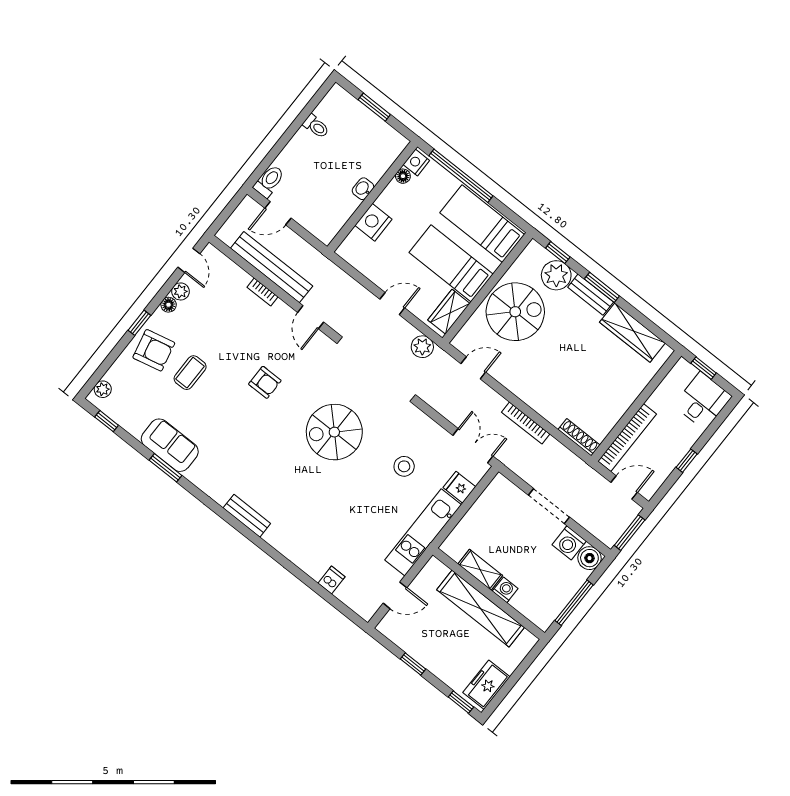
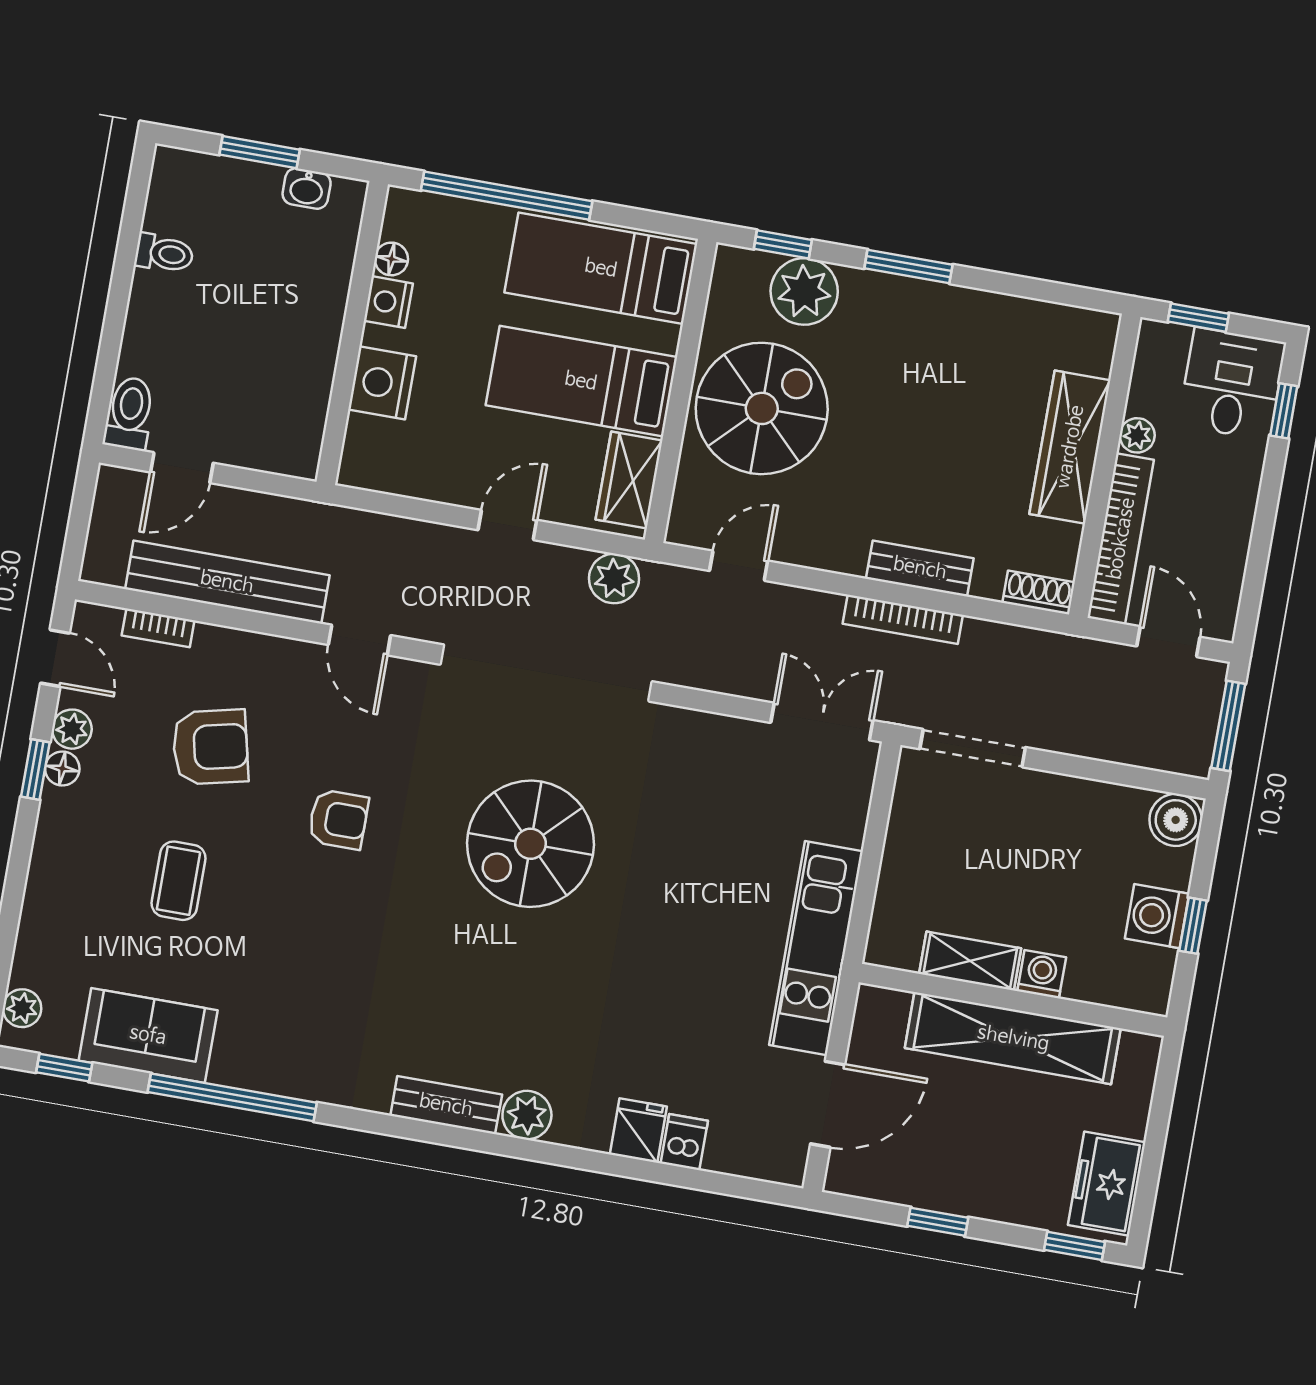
nightstand: (416, 163) -> (388, 302), moved
washbasin: (363, 189) -> (307, 188), moved, turned -90
bookcase: (263, 292) -> (158, 628), moved
bench: (591, 295) -> (920, 568), moved
window: (139, 323) -> (35, 769), moved
wardrobe: (632, 333) -> (1070, 447), moved, turned 90
armchair: (154, 350) -> (210, 747), moved
plant: (655, 401) -> (1137, 435), added
shoe rack: (579, 437) -> (1039, 593), width x0.70
sofa: (170, 445) -> (148, 1035), moved
window: (687, 461) -> (1284, 411), moved
stool: (404, 466) -> (707, 837), removed
window: (165, 468) -> (232, 1097), width x2.11
fridge: (459, 487) -> (638, 1130), moved, turned 90
door: (624, 487) -> (1168, 642), hinge flipped
doorway: (549, 506) -> (973, 748), moved
plant: (276, 537) -> (527, 1115), added
washing machine: (569, 543) -> (1157, 916), moved, turned 90
door: (395, 595) -> (828, 1104), width x1.38
window: (574, 603) -> (1193, 926), width x0.46

